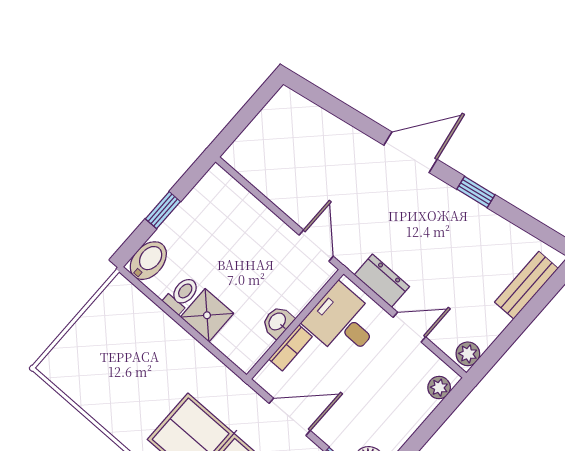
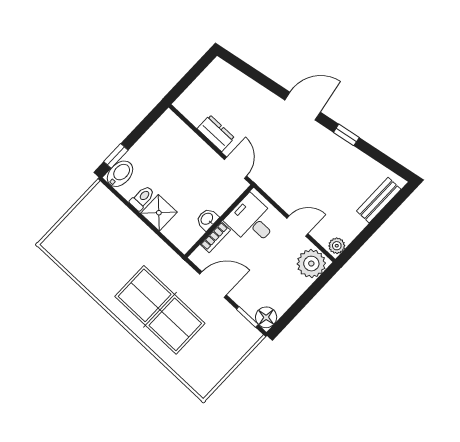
window: (163, 210) -> (116, 156), moved
dresser: (382, 281) -> (216, 133), moved
plant: (439, 388) -> (311, 264), width x1.88, depth x1.88

